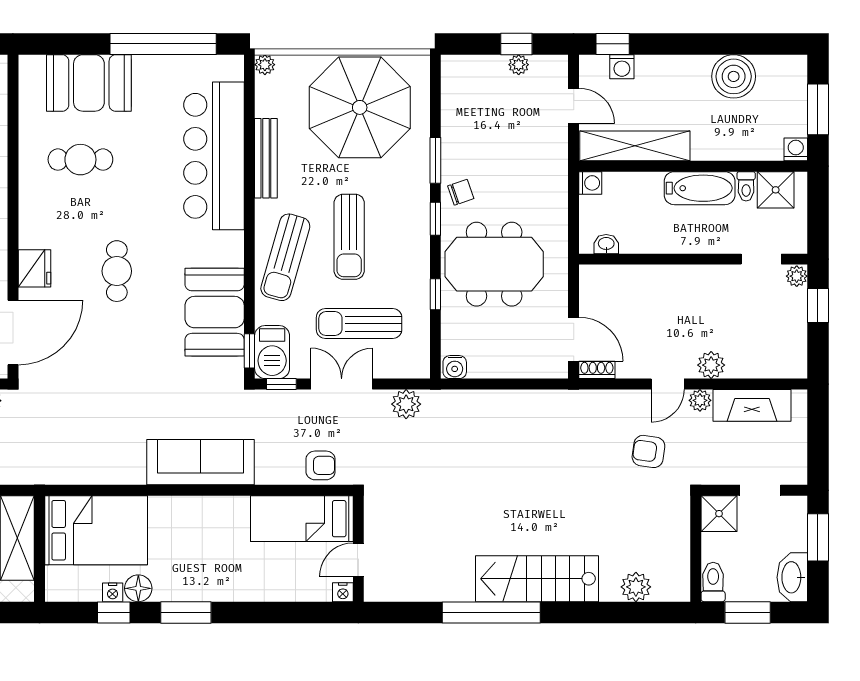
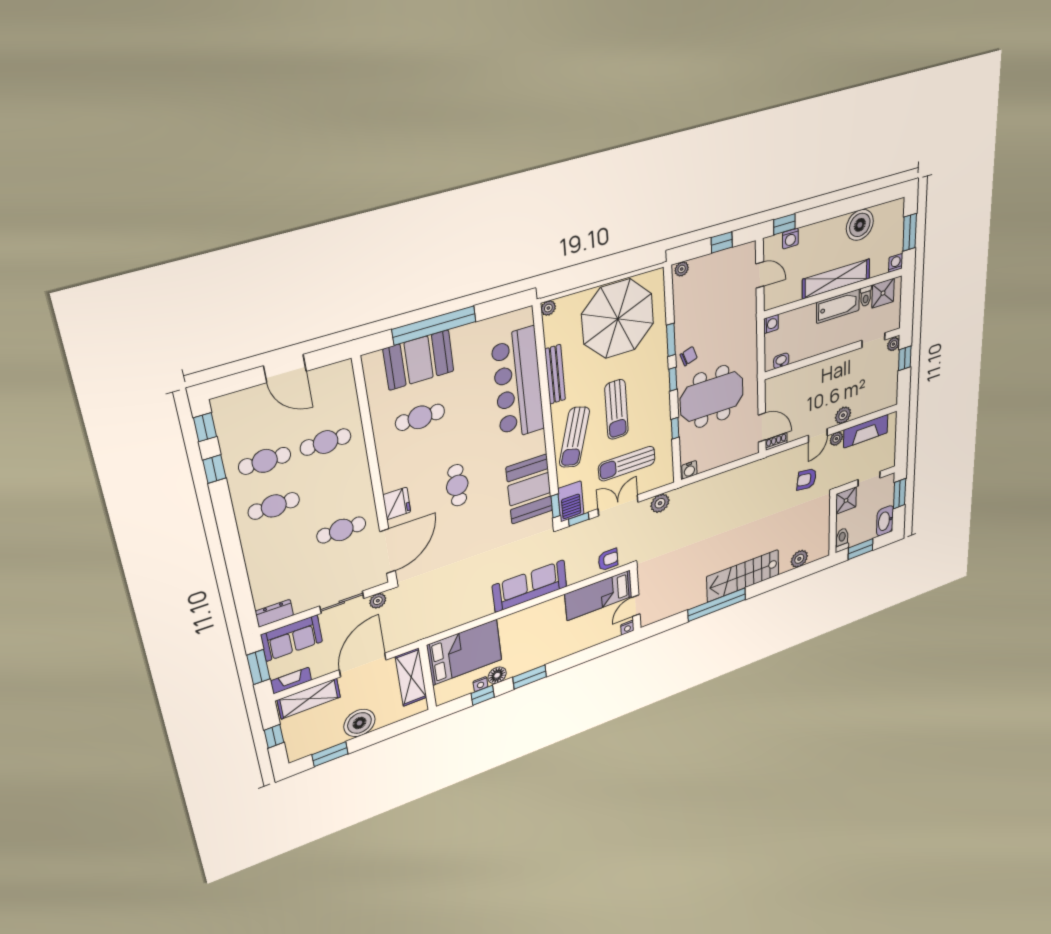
window: (163, 44) -> (434, 325), moved
plant: (519, 65) -> (682, 269), moved
shelving: (635, 146) -> (836, 279), moved

